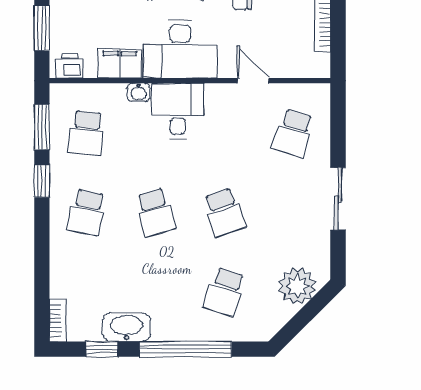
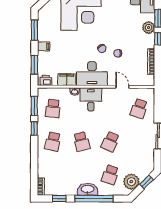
school desk: (224, 212) -> (110, 142), turned 42
plant: (297, 286) -> (131, 182), moved
window: (312, 309) -> (146, 182), added
washbasin: (127, 327) -> (88, 189), moved

